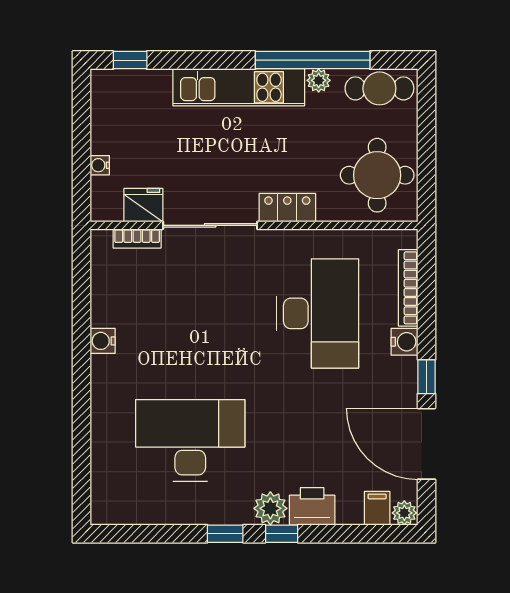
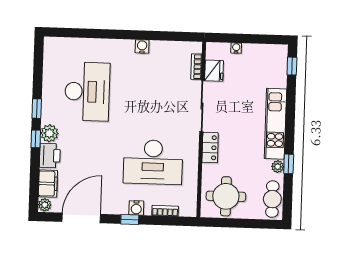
window: (313, 60) -> (289, 164), width x0.32
bookcase: (408, 288) -> (165, 211), width x0.64
window: (427, 377) -> (130, 220), moved
filing cabinet: (377, 508) -> (48, 184), width x2.00

